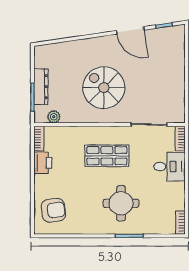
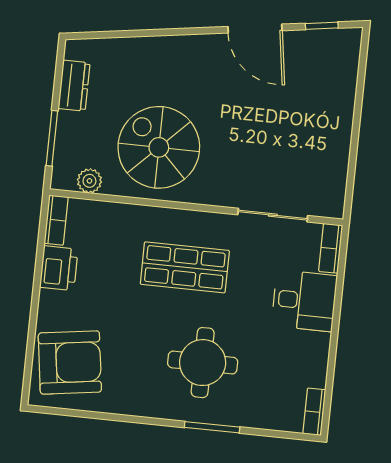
dresser: (41, 87) -> (74, 86), moved, width x0.70
spiral stairs: (104, 88) -> (159, 147), moved
armchair: (53, 210) -> (70, 362), width x1.36, depth x1.36

